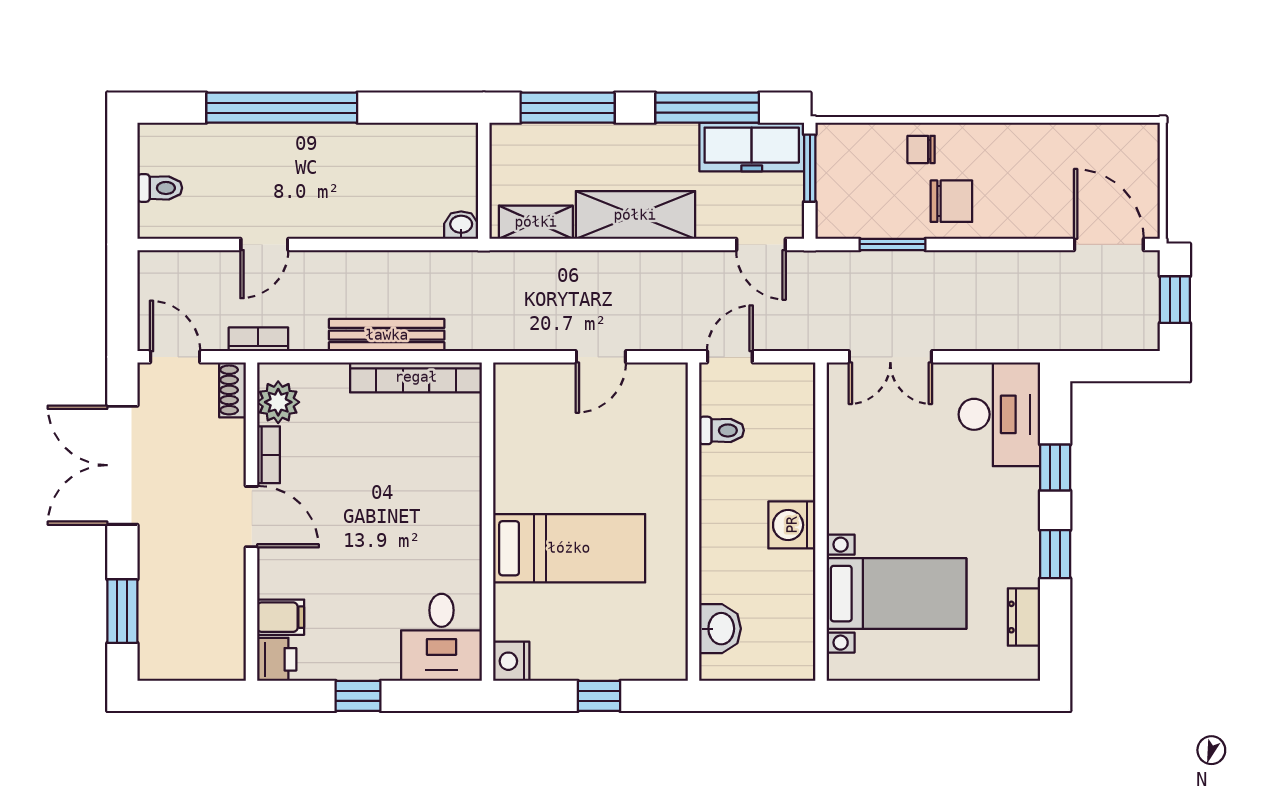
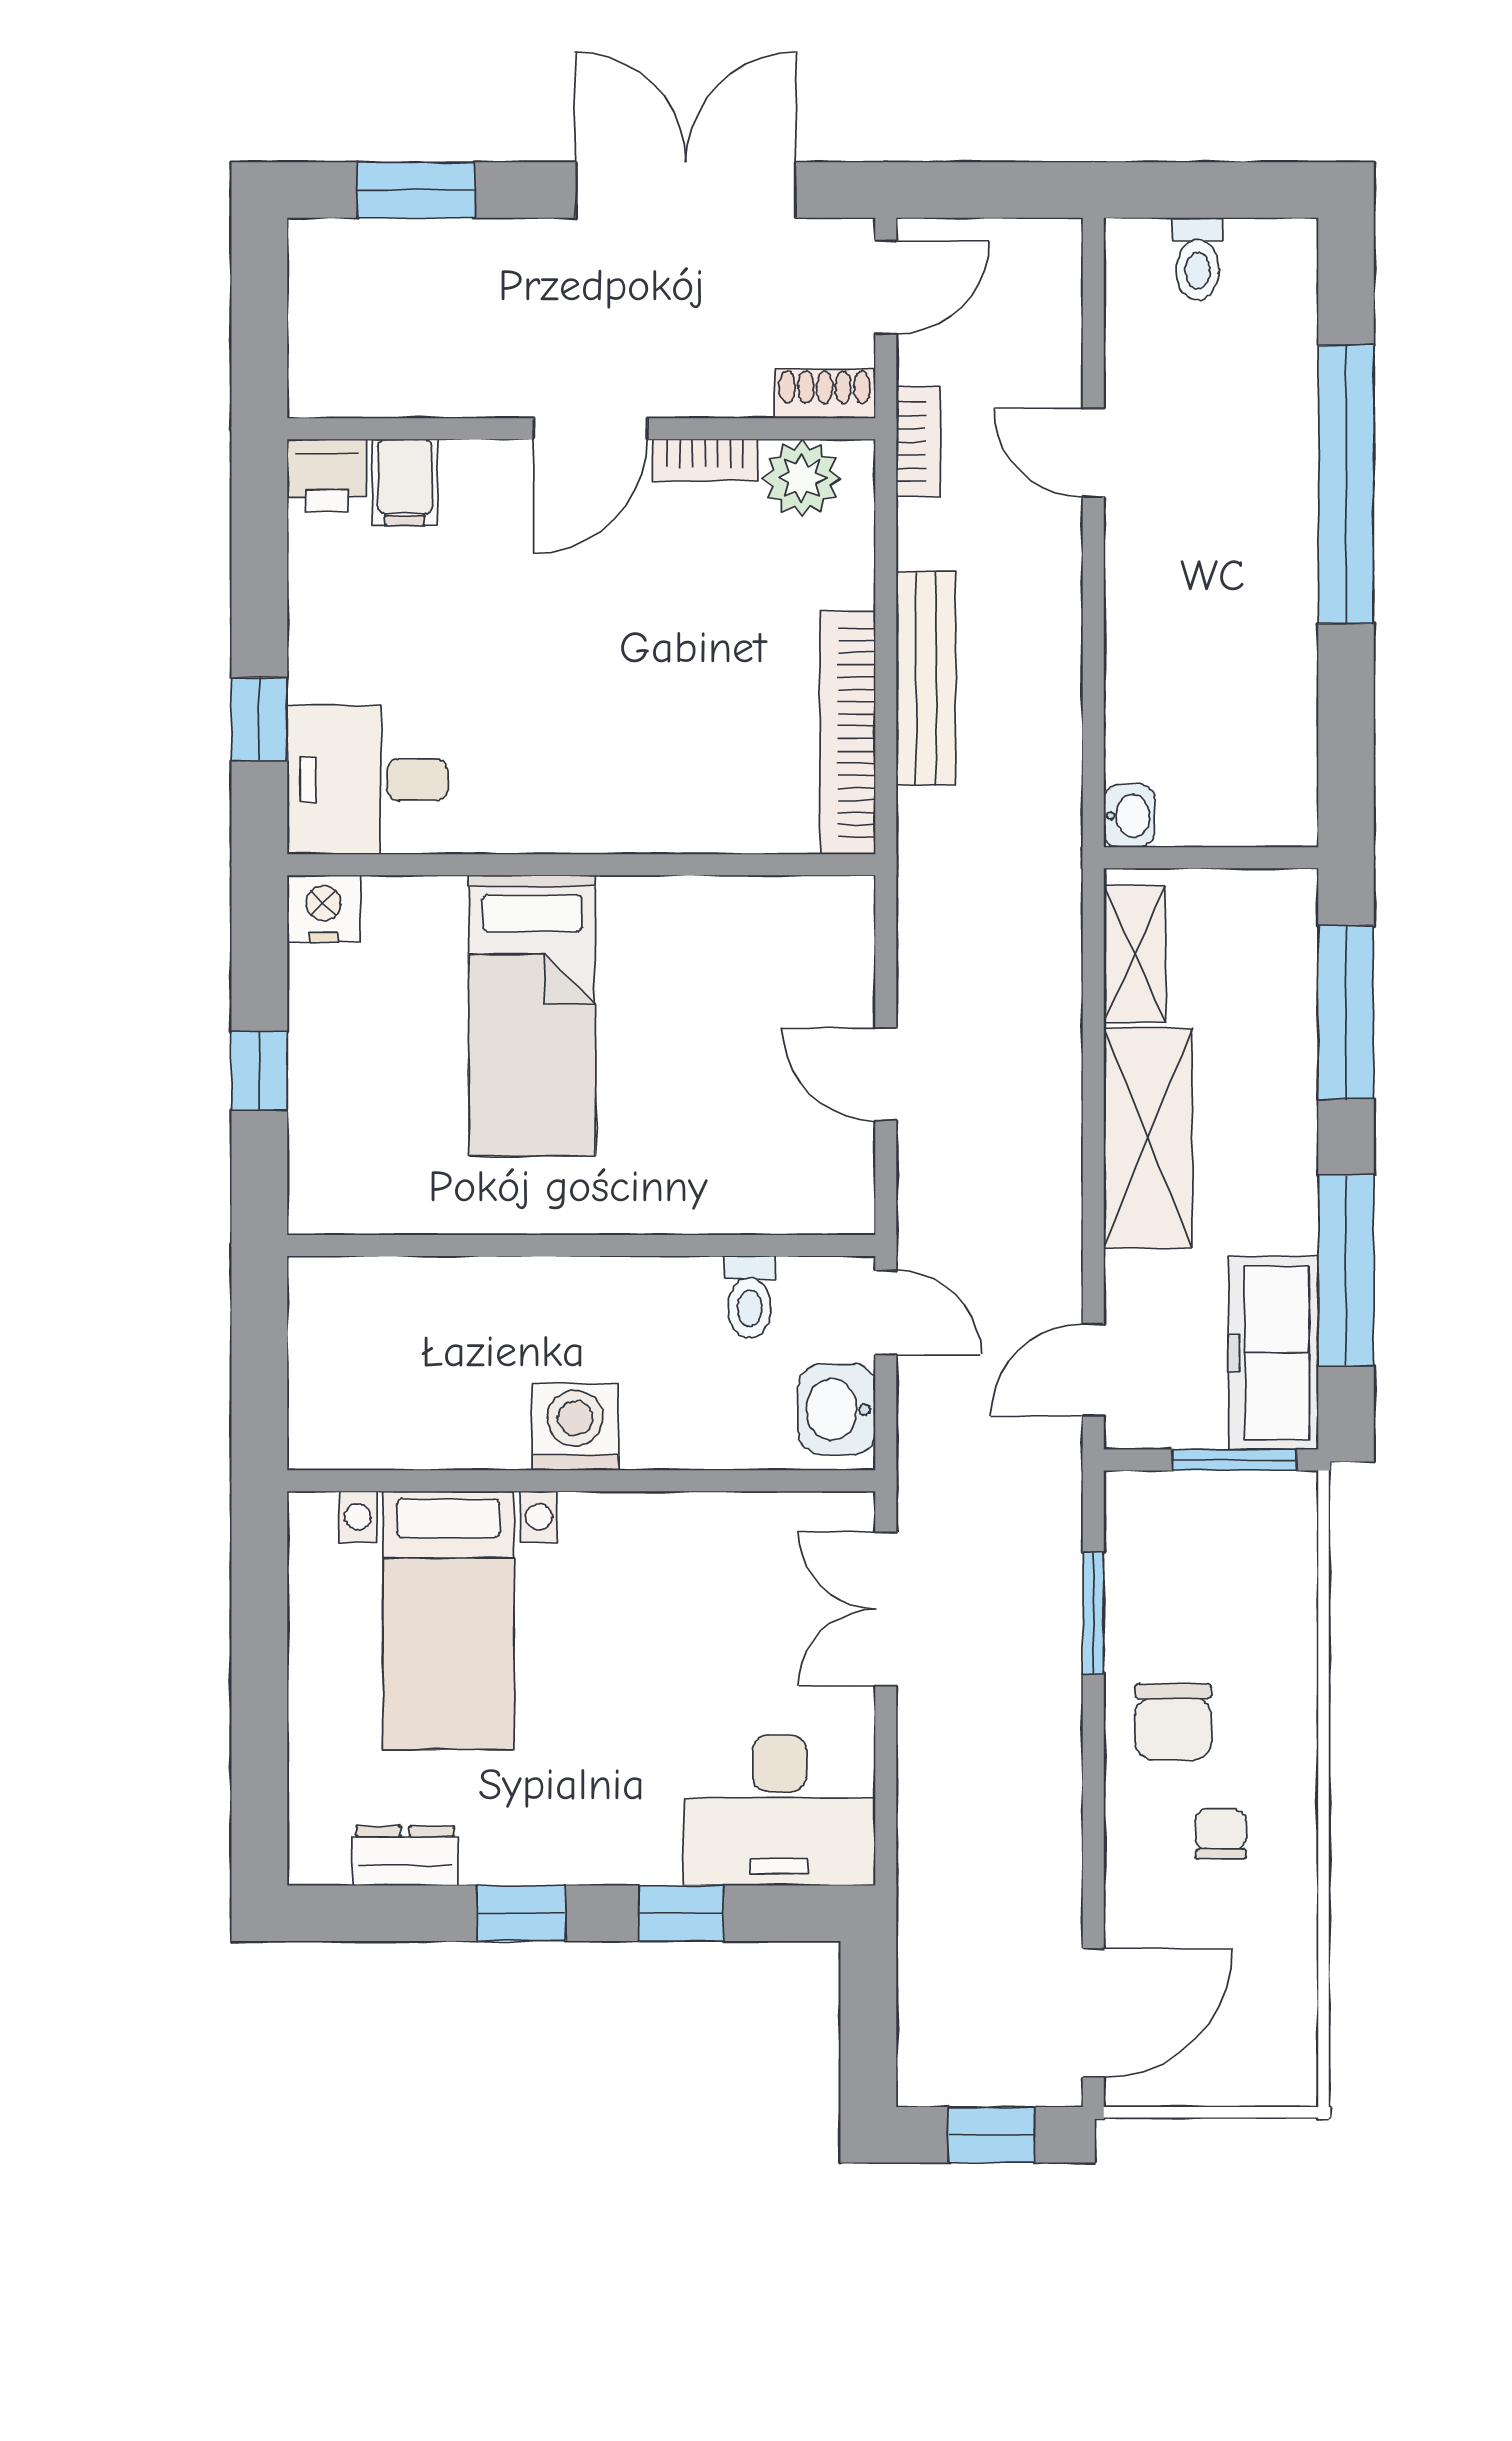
chair: (921, 149) -> (1221, 1834), moved
washbasin: (720, 629) -> (837, 1409), moved, turned 90
window: (358, 696) -> (259, 719), moved

